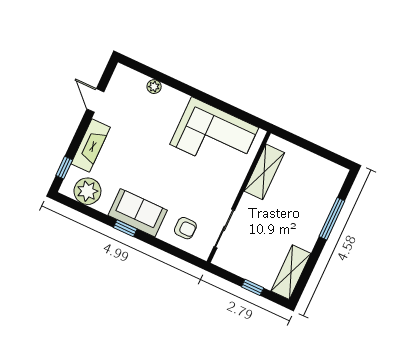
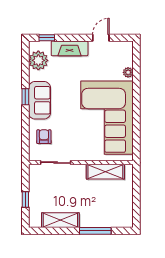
corner sofa: (214, 136) -> (107, 118), width x1.36, depth x1.36
armchair: (185, 228) -> (44, 137), turned 180
shelving: (291, 272) -> (60, 220), moved

